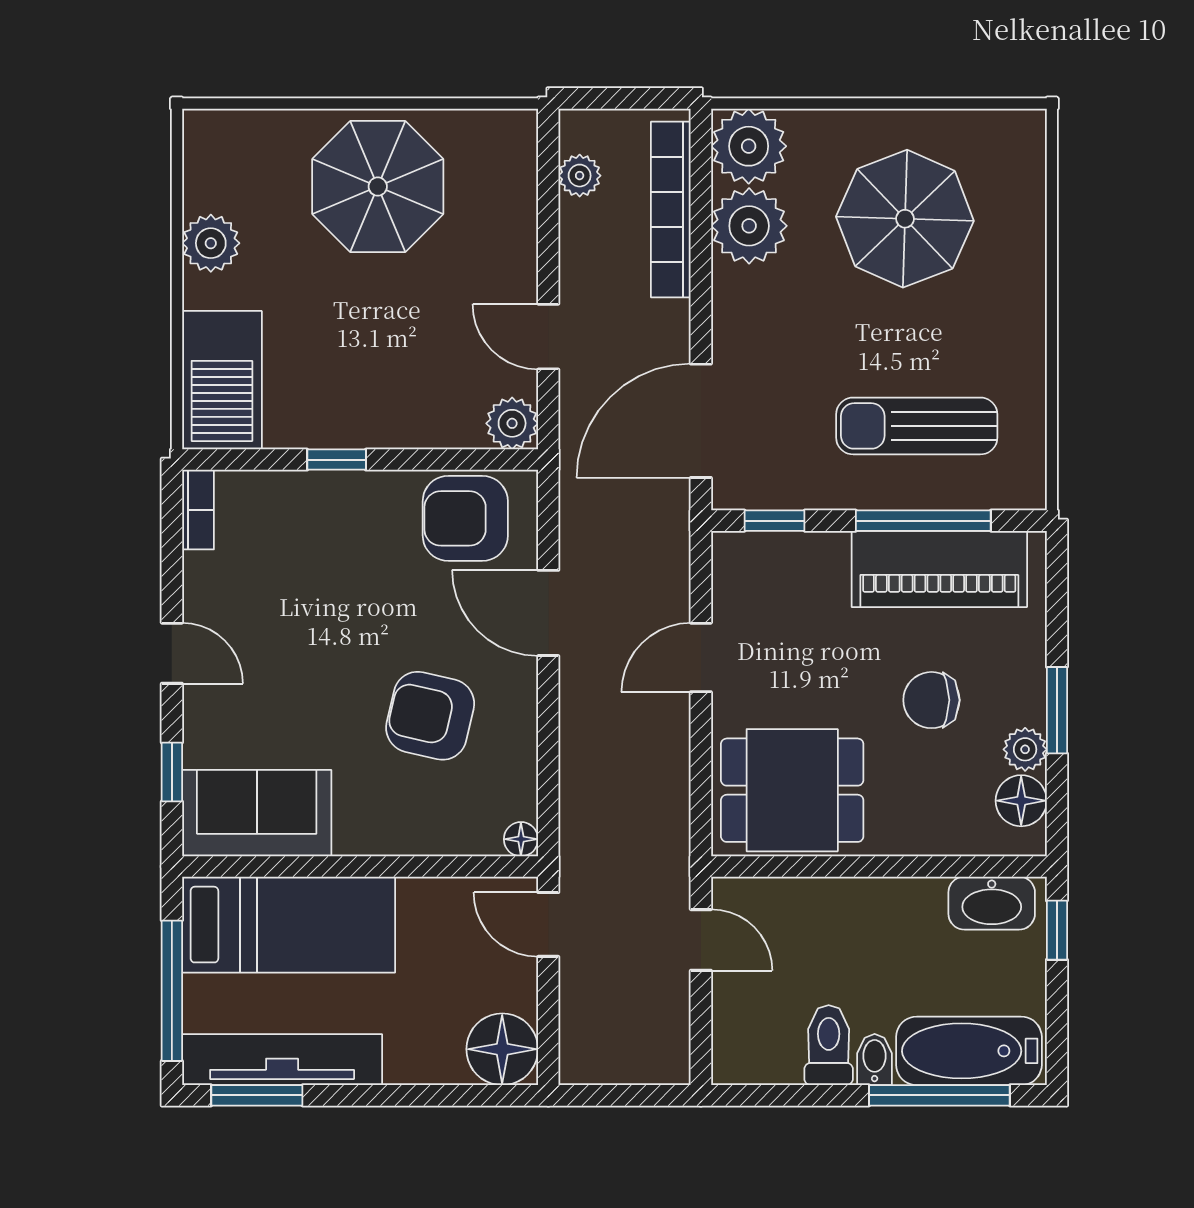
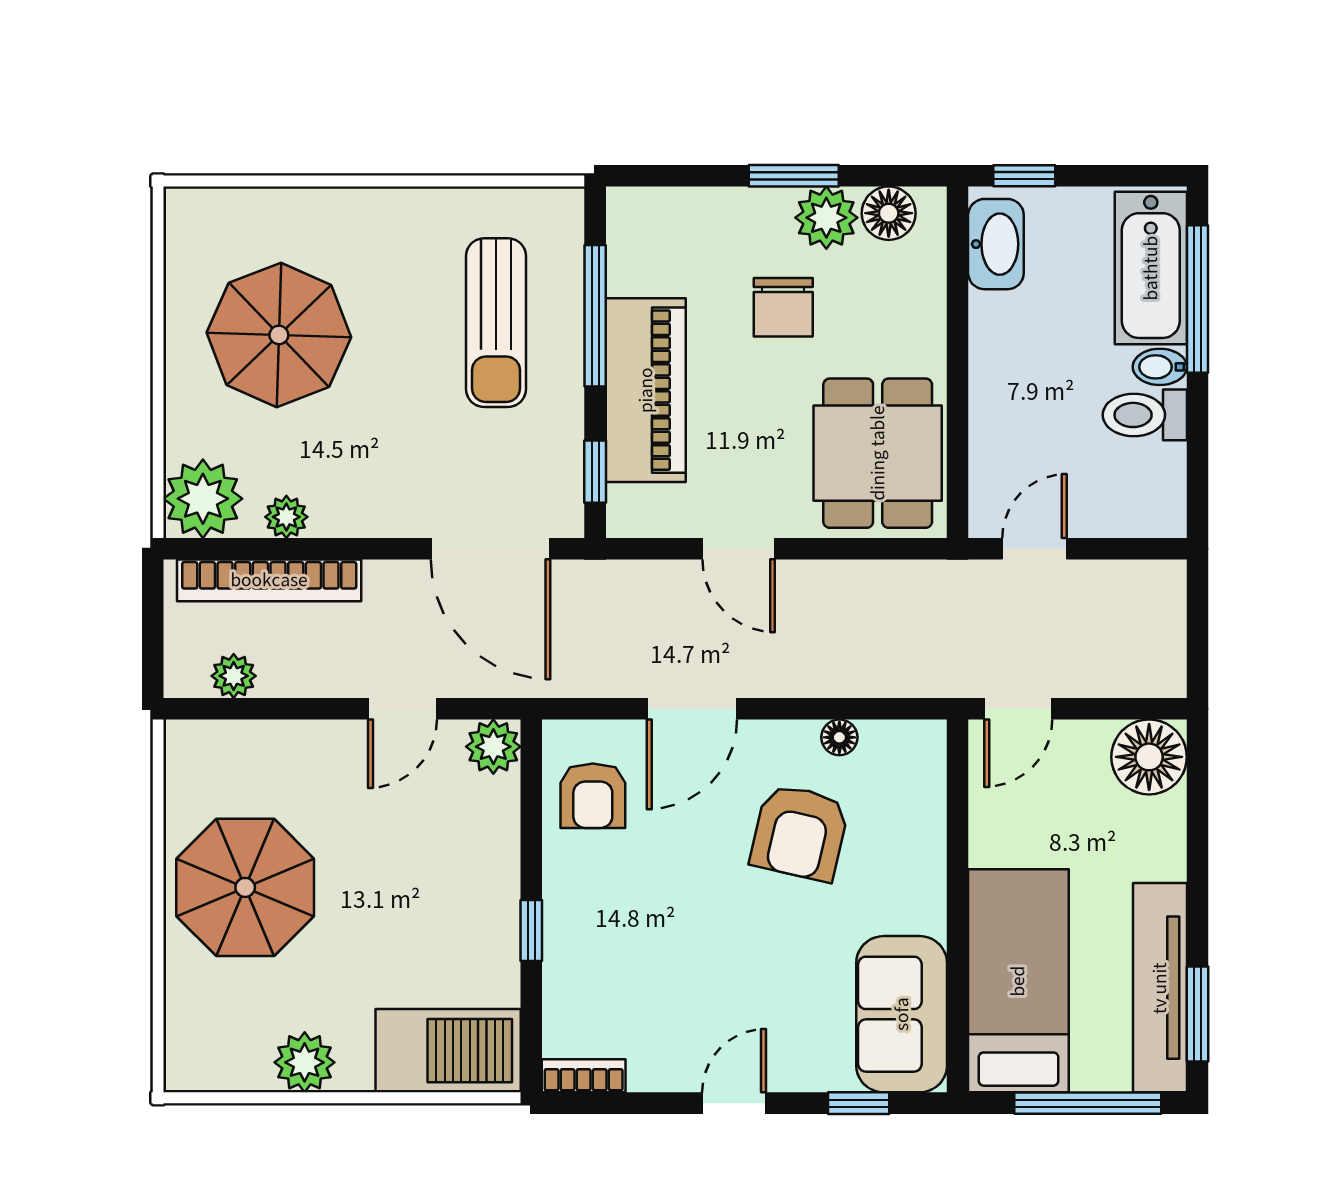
plant: (749, 226) -> (286, 517), width x0.53, depth x0.53
armchair: (465, 518) -> (593, 796), width x0.72, depth x0.72
piano: (939, 569) -> (646, 390), moved
plant: (1025, 749) -> (826, 218), width x1.38, depth x1.38
floor lamp: (521, 839) -> (839, 737), moved

